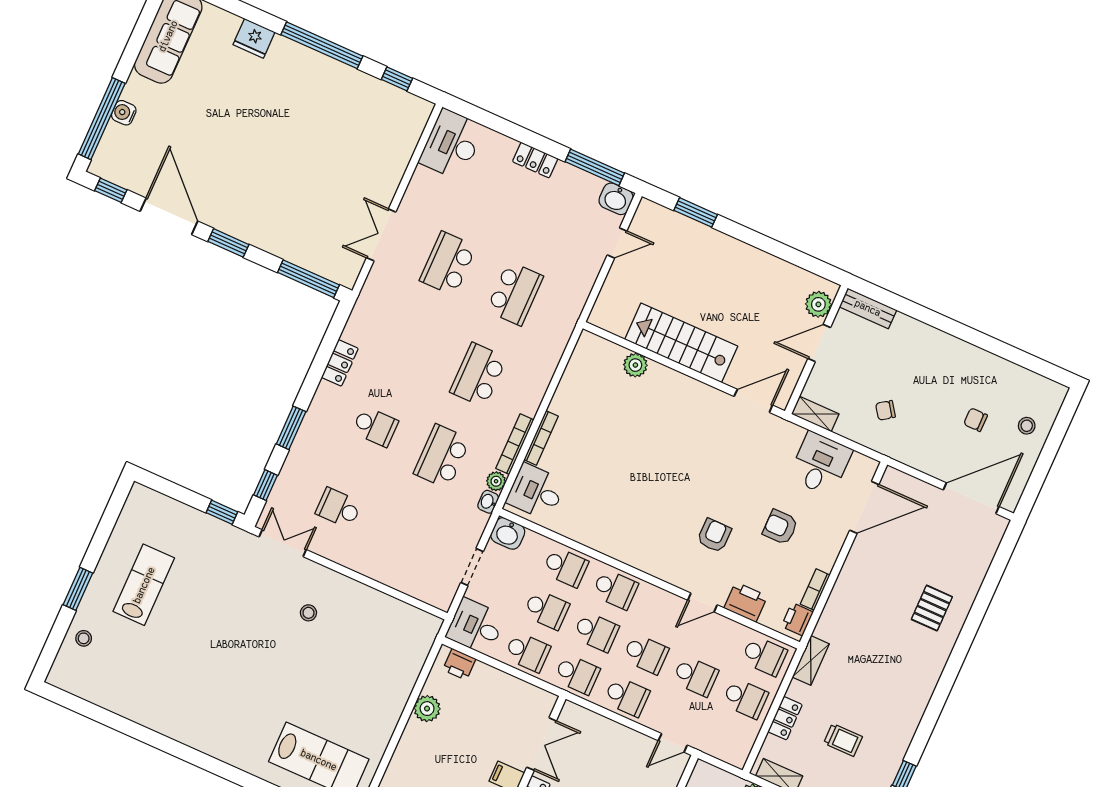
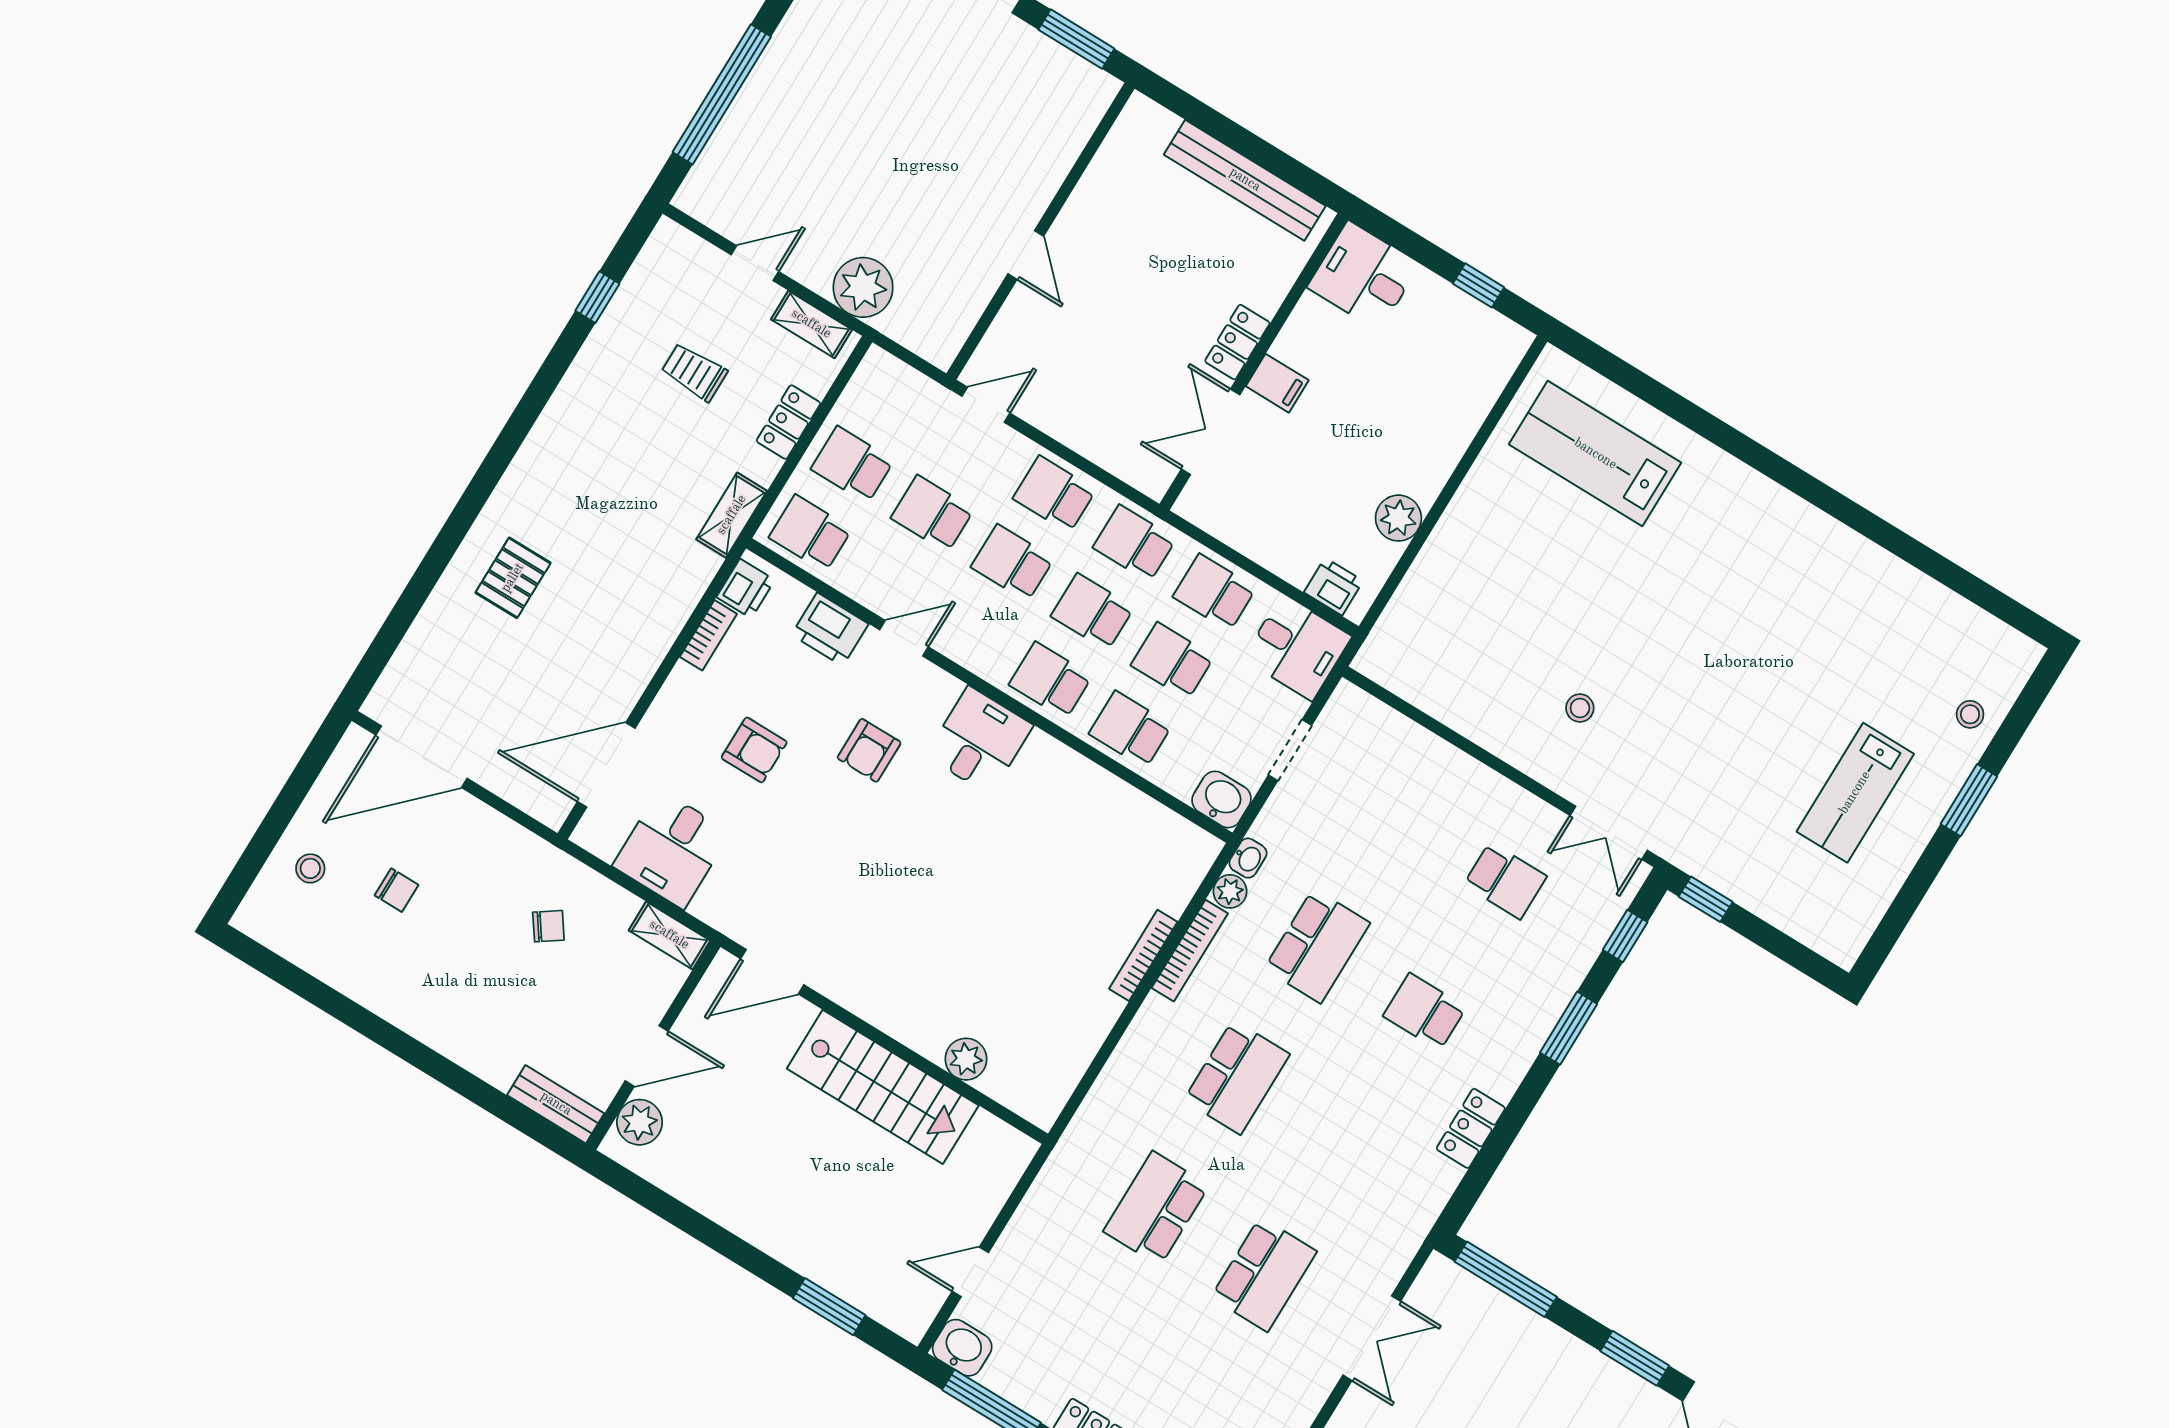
desk: (536, 492) -> (979, 740), moved, turned -90

